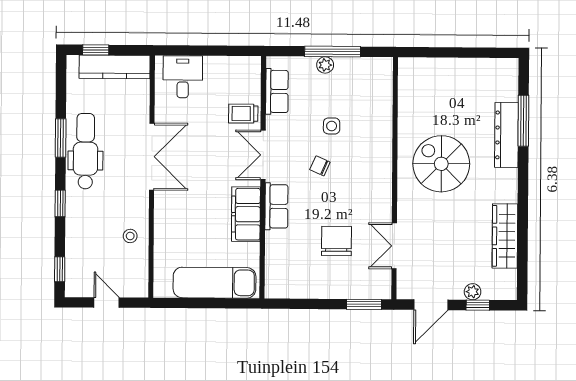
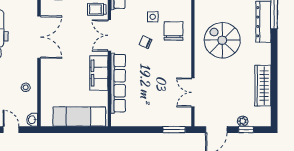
row of seats: (276, 206) -> (118, 83), width x2.02
chair: (336, 241) -> (173, 31), moved
washbasin: (140, 287) -> (32, 120), added

